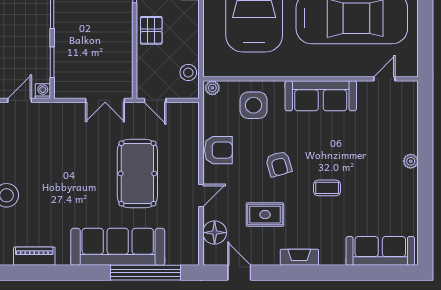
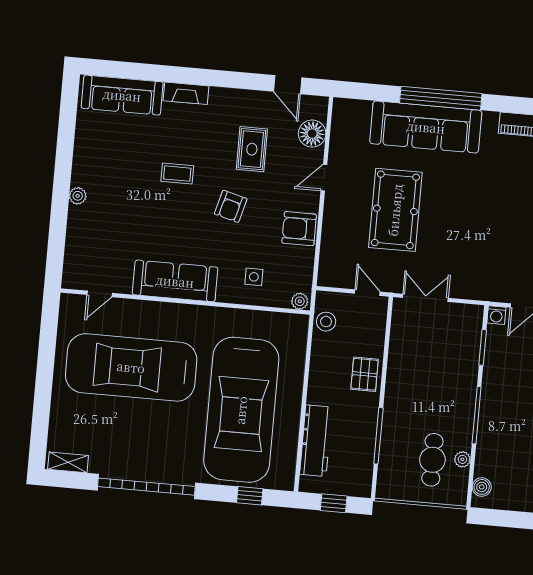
side table: (254, 105) -> (254, 277), width x0.54, depth x0.54
armchair: (279, 164) -> (231, 206), turned -149
rug: (265, 215) -> (252, 149), turned 90
fireplace: (299, 257) -> (186, 93), moved
window: (145, 273) -> (441, 98), moved

